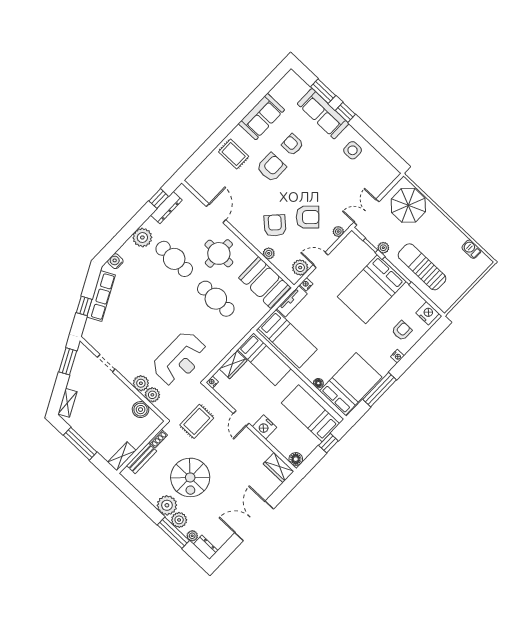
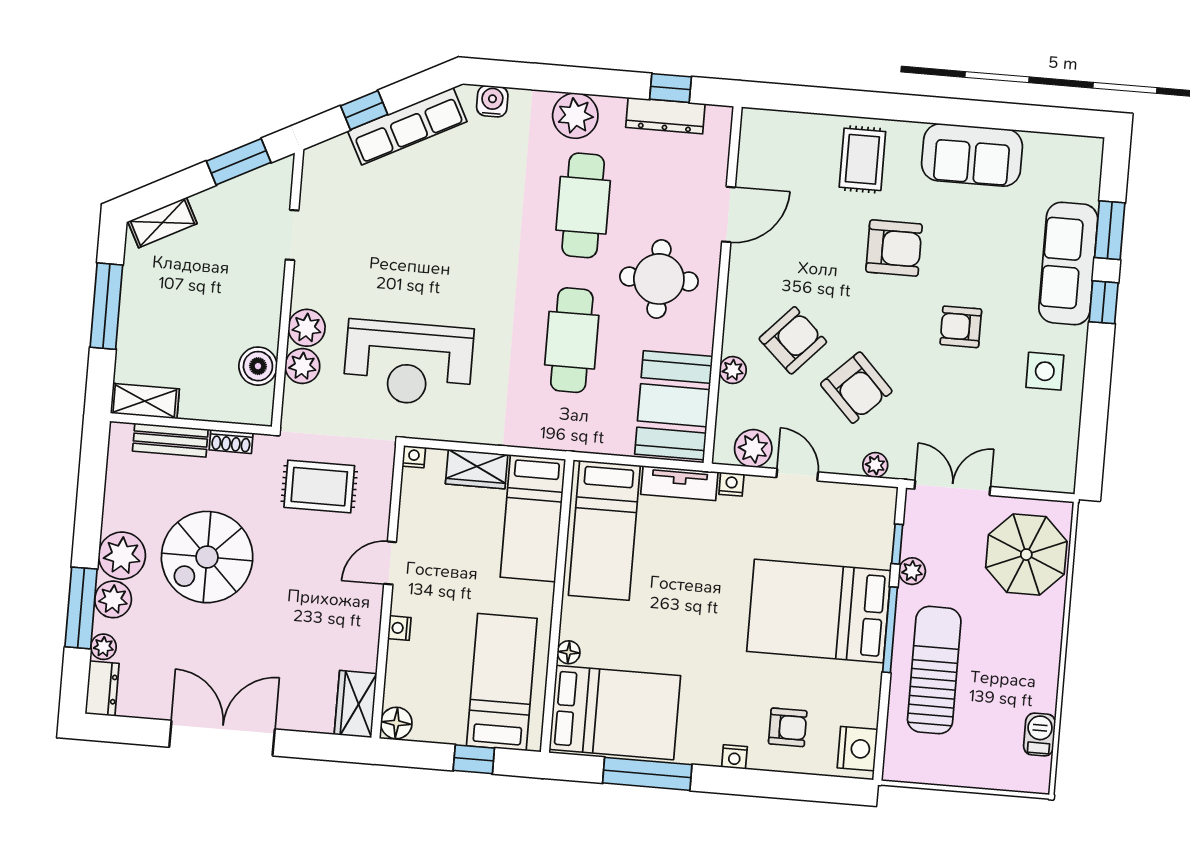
armchair: (292, 145) -> (961, 327), moved, turned -90
nightstand: (264, 427) -> (399, 628), width x0.53, depth x0.56

